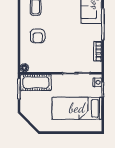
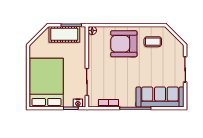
armchair: (38, 36) -> (124, 44), width x1.88, depth x1.88
cot: (36, 83) -> (64, 34), moved, turned 90
bed: (77, 108) -> (47, 83), width x1.50

